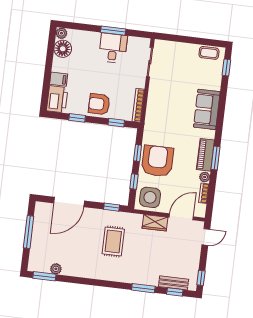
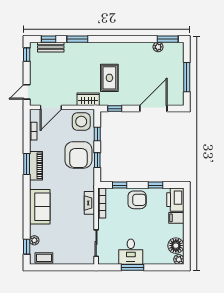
fireplace: (152, 107) -> (89, 203), added
plant: (205, 177) -> (34, 240), moved
wardrobe: (155, 223) -> (88, 99), moved

